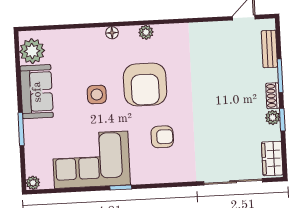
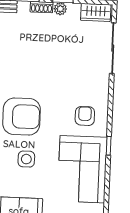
armchair: (162, 137) -> (85, 116), moved

